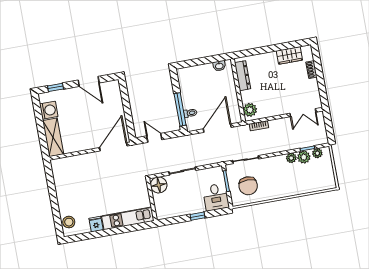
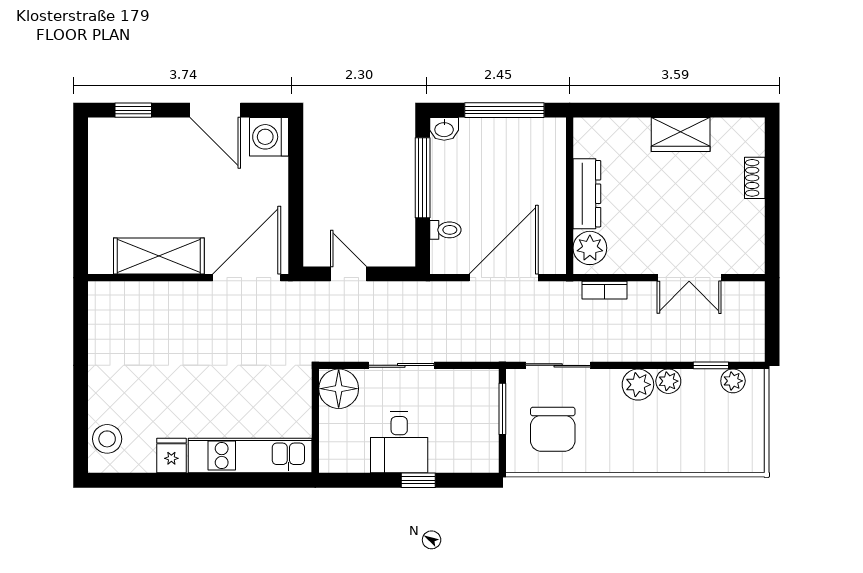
wardrobe: (289, 55) -> (681, 134), moved
window: (205, 60) -> (504, 110), added
washbasin: (219, 66) -> (444, 129), moved
dresser: (243, 76) -> (587, 194), moved
window: (180, 109) -> (423, 178), moved
washing machine: (49, 110) -> (269, 137), moved, turned 180
double door: (303, 113) -> (689, 278), moved
shelving: (53, 137) -> (159, 256), moved, turned 90
plant: (304, 157) -> (638, 385), moved
desk: (216, 197) -> (399, 442), moved

